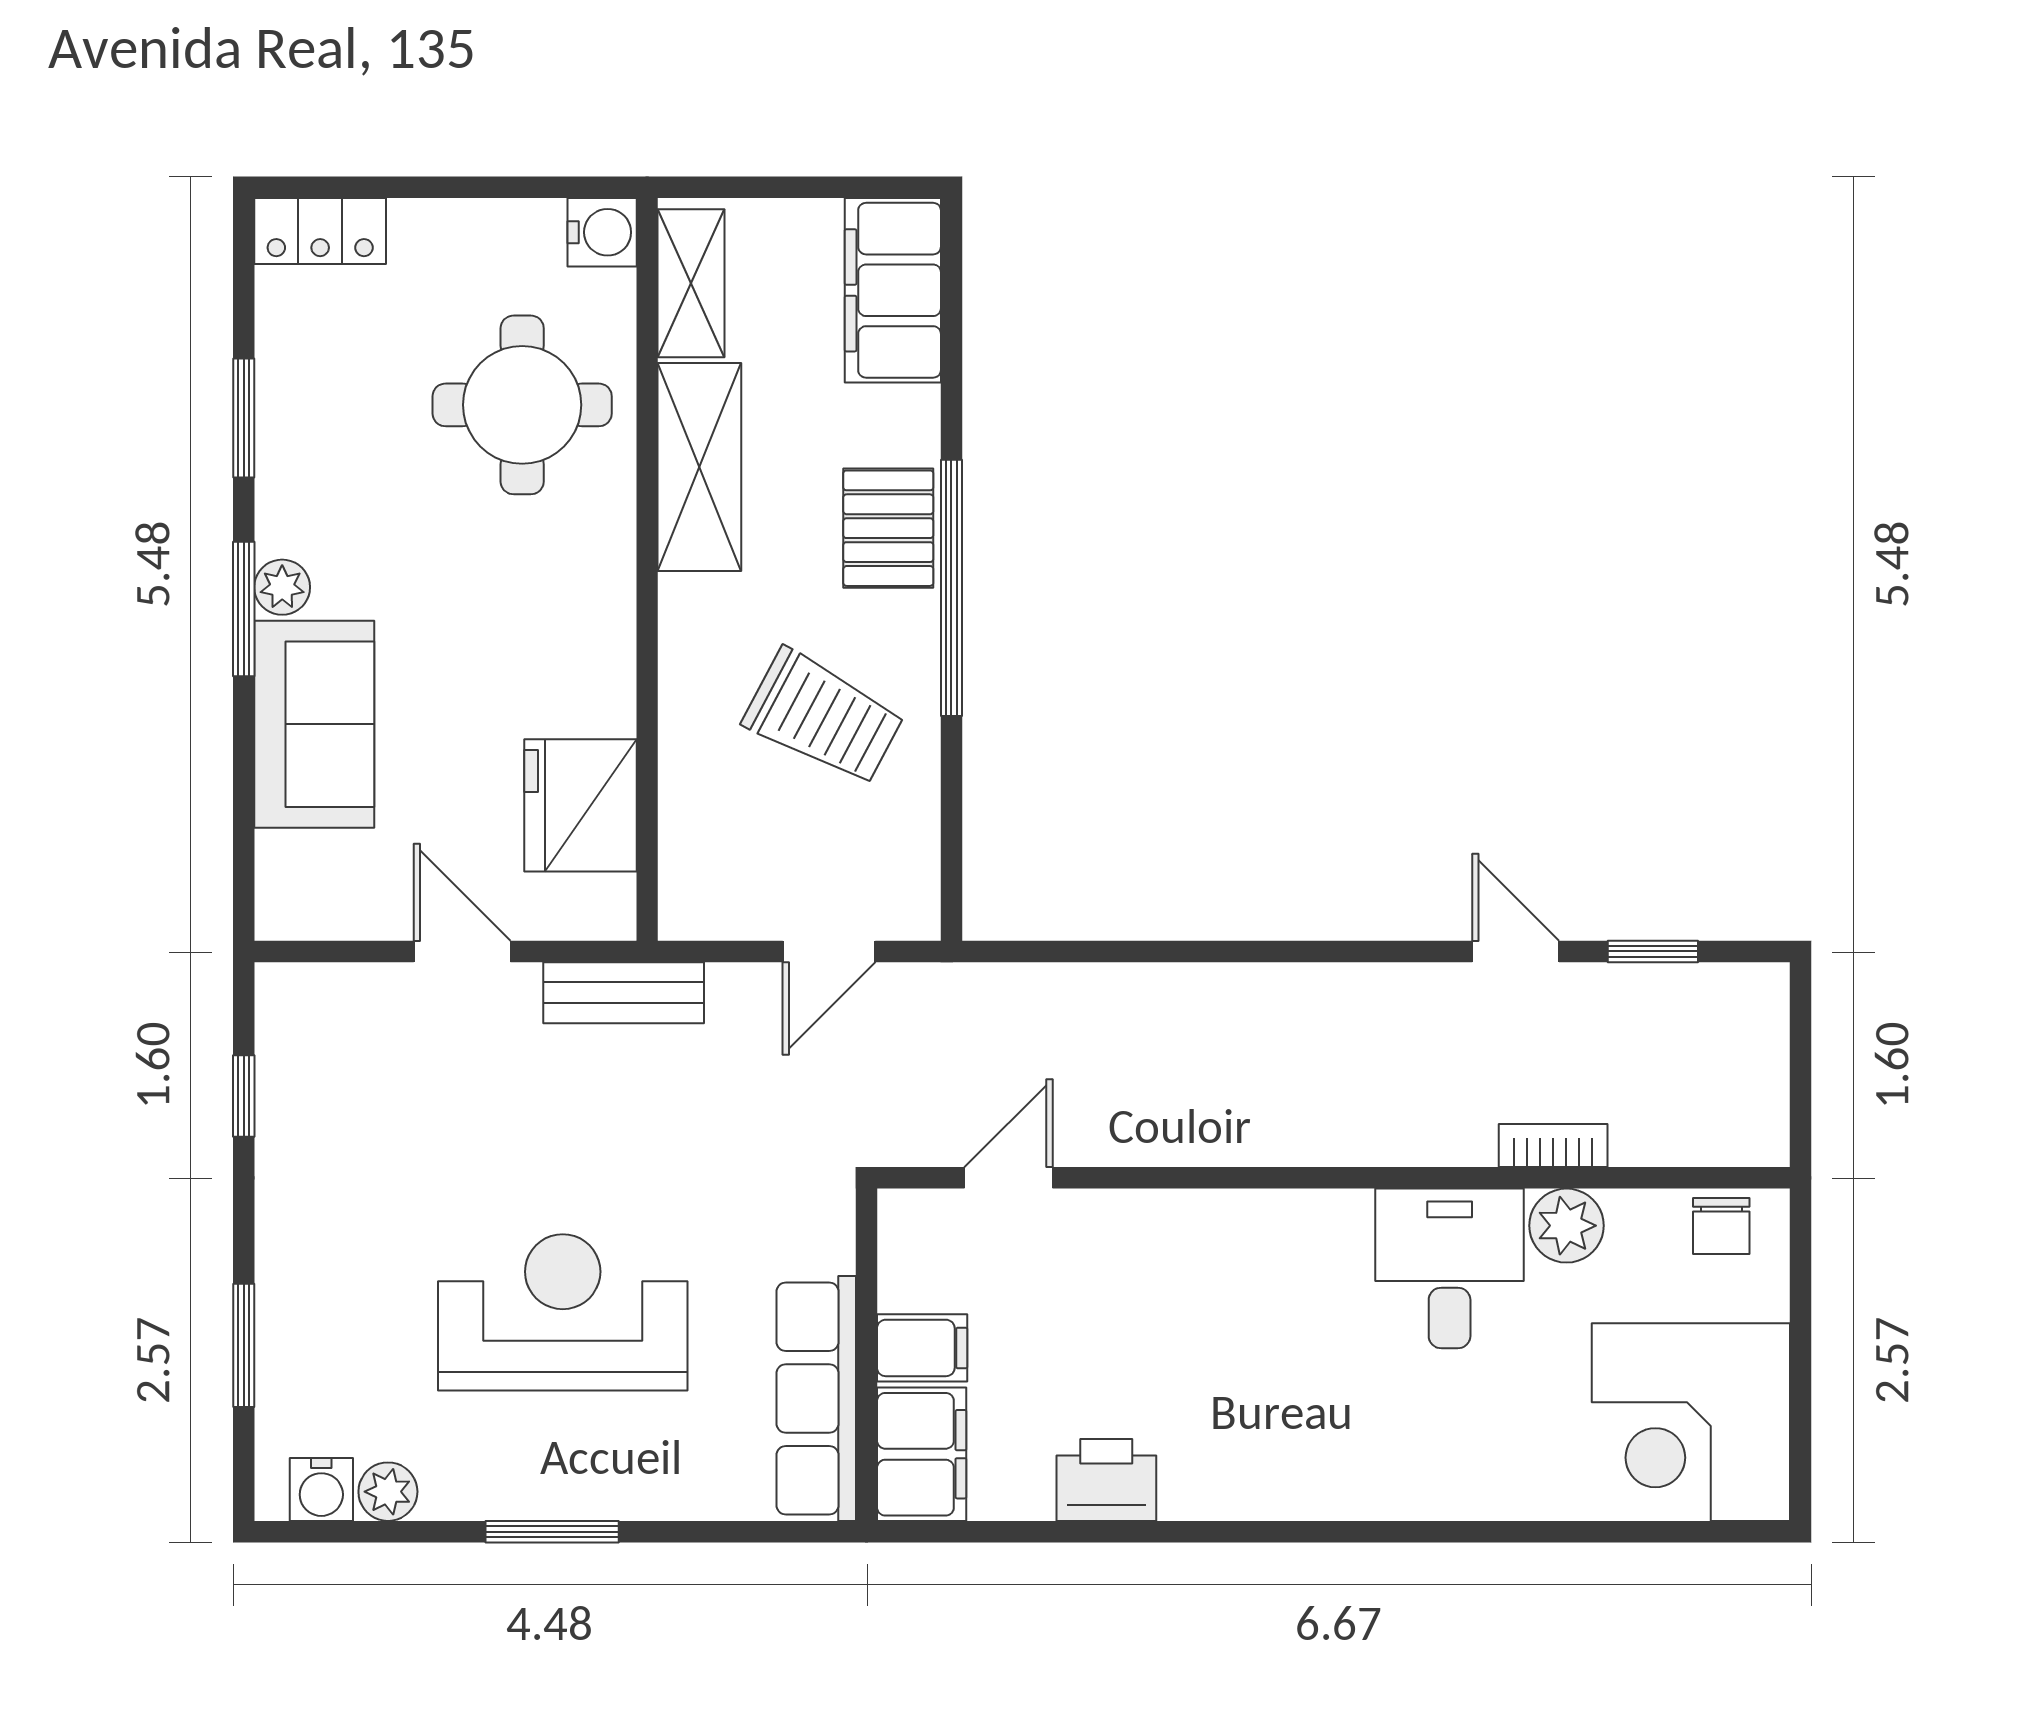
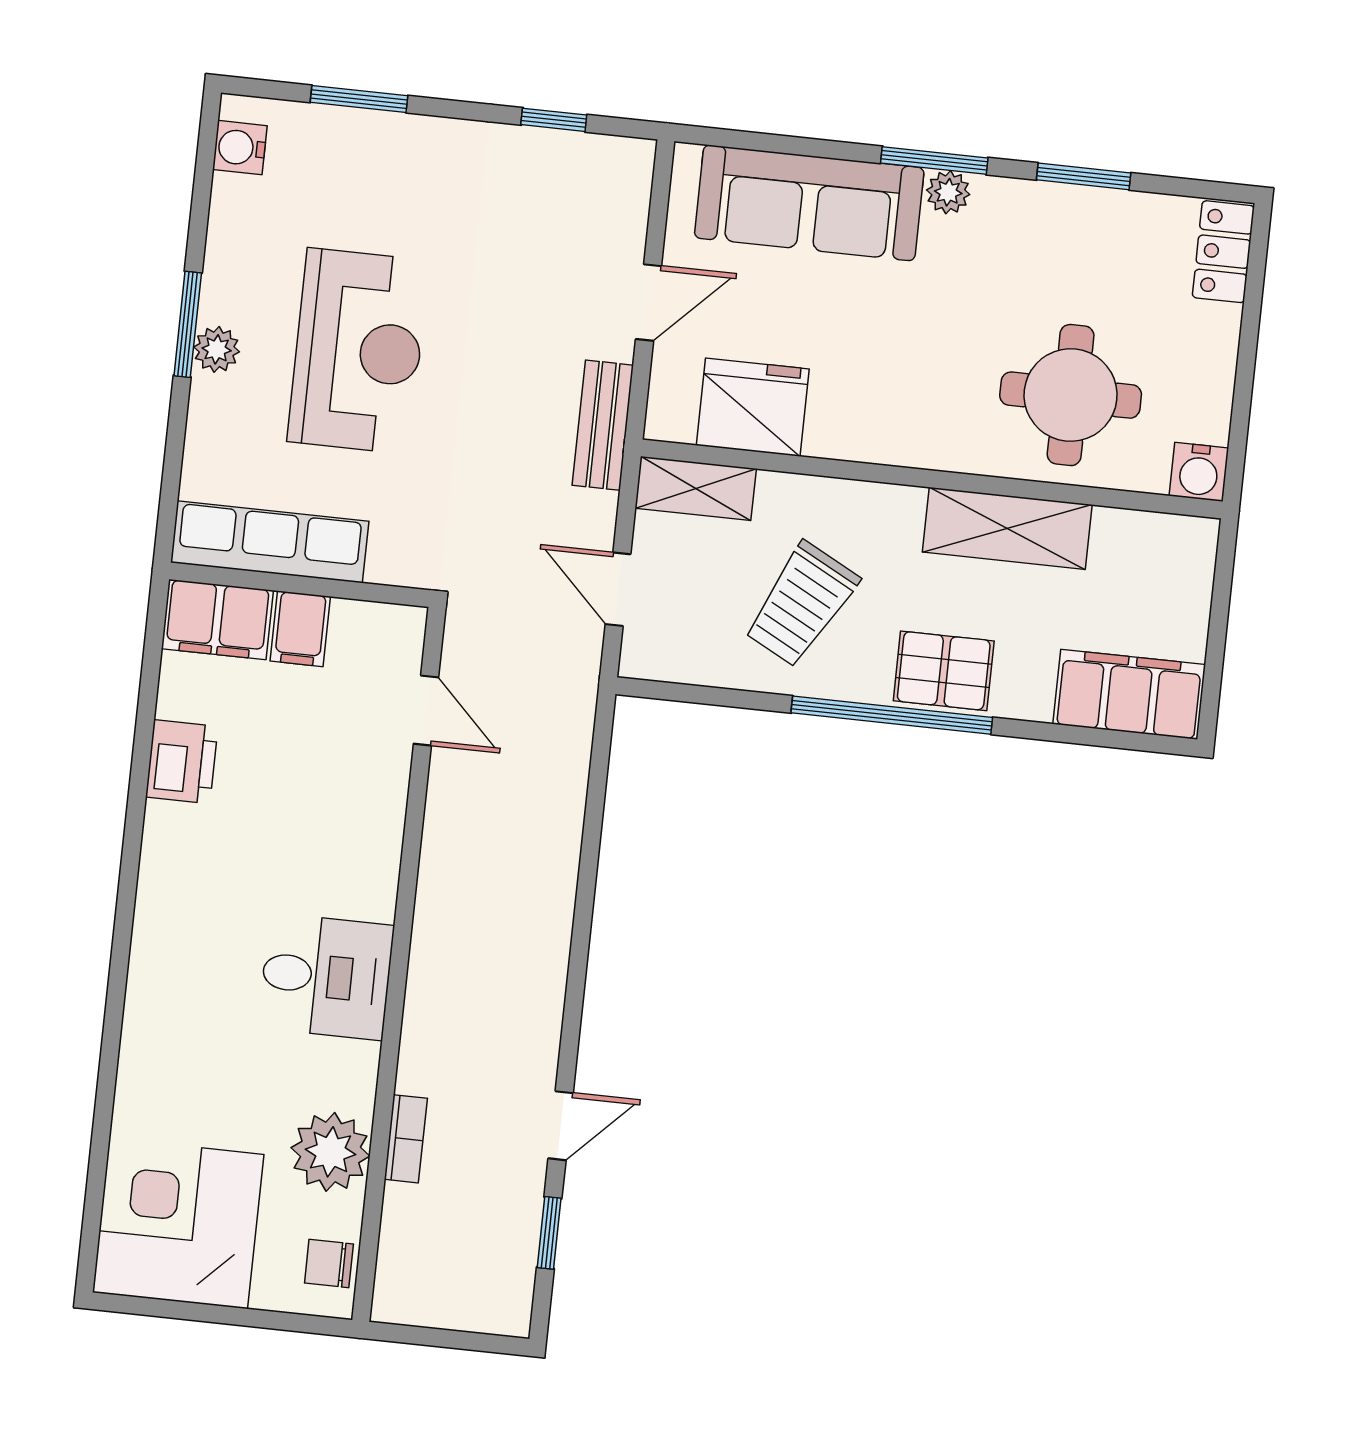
shelving: (691, 283) -> (696, 488), moved
sofa: (314, 724) -> (809, 203), width x1.36
plant: (1567, 1226) -> (330, 1152), width x1.36, depth x1.36
desk: (1450, 1268) -> (326, 977), moved
plant: (388, 1492) -> (217, 349), moved

